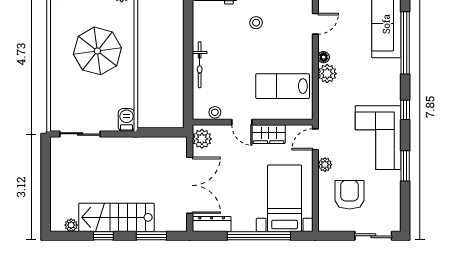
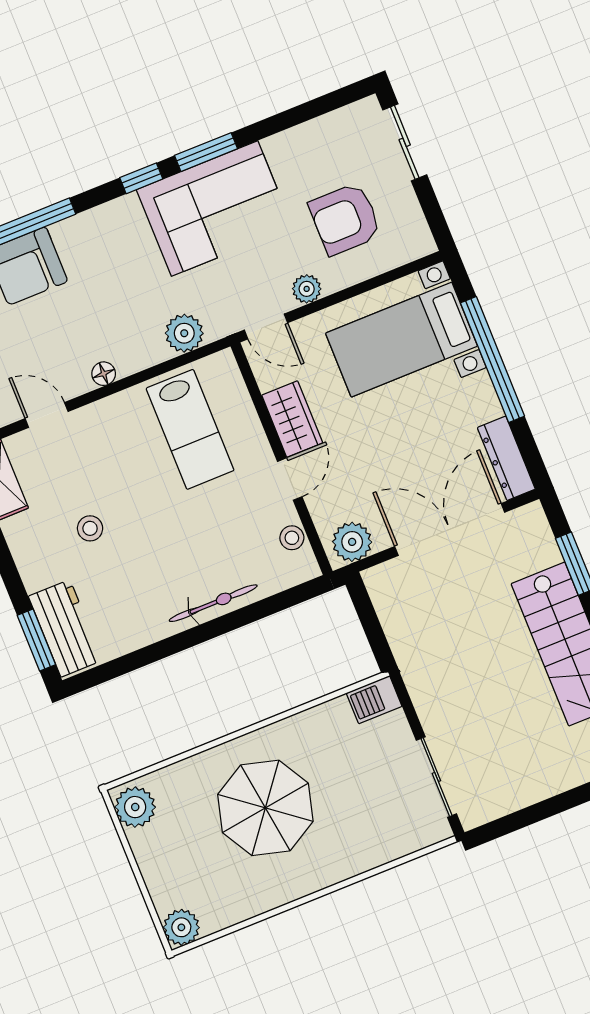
plant: (327, 74) -> (184, 333), moved
window: (405, 166) -> (206, 152), moved

